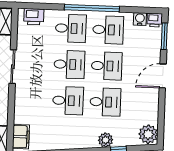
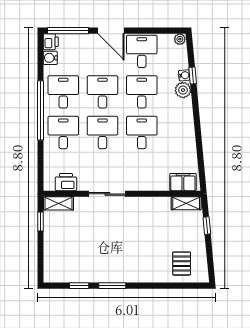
printer: (34, 17) -> (66, 182), moved, turned -90
window: (164, 36) -> (68, 31), width x1.44
desk: (143, 103) -> (142, 51), added
plant: (148, 134) -> (180, 39), width x0.53, depth x0.53
water cooler: (119, 142) -> (184, 75), added

